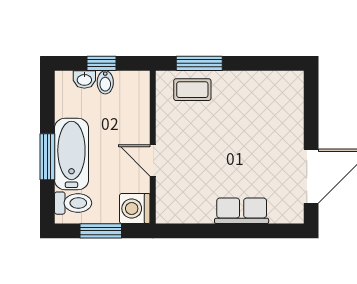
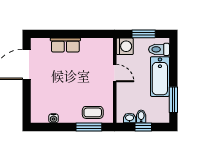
washbasin: (84, 79) -> (130, 118), moved
water cooler: (263, 79) -> (54, 118), added
window: (47, 157) -> (173, 100), moved

